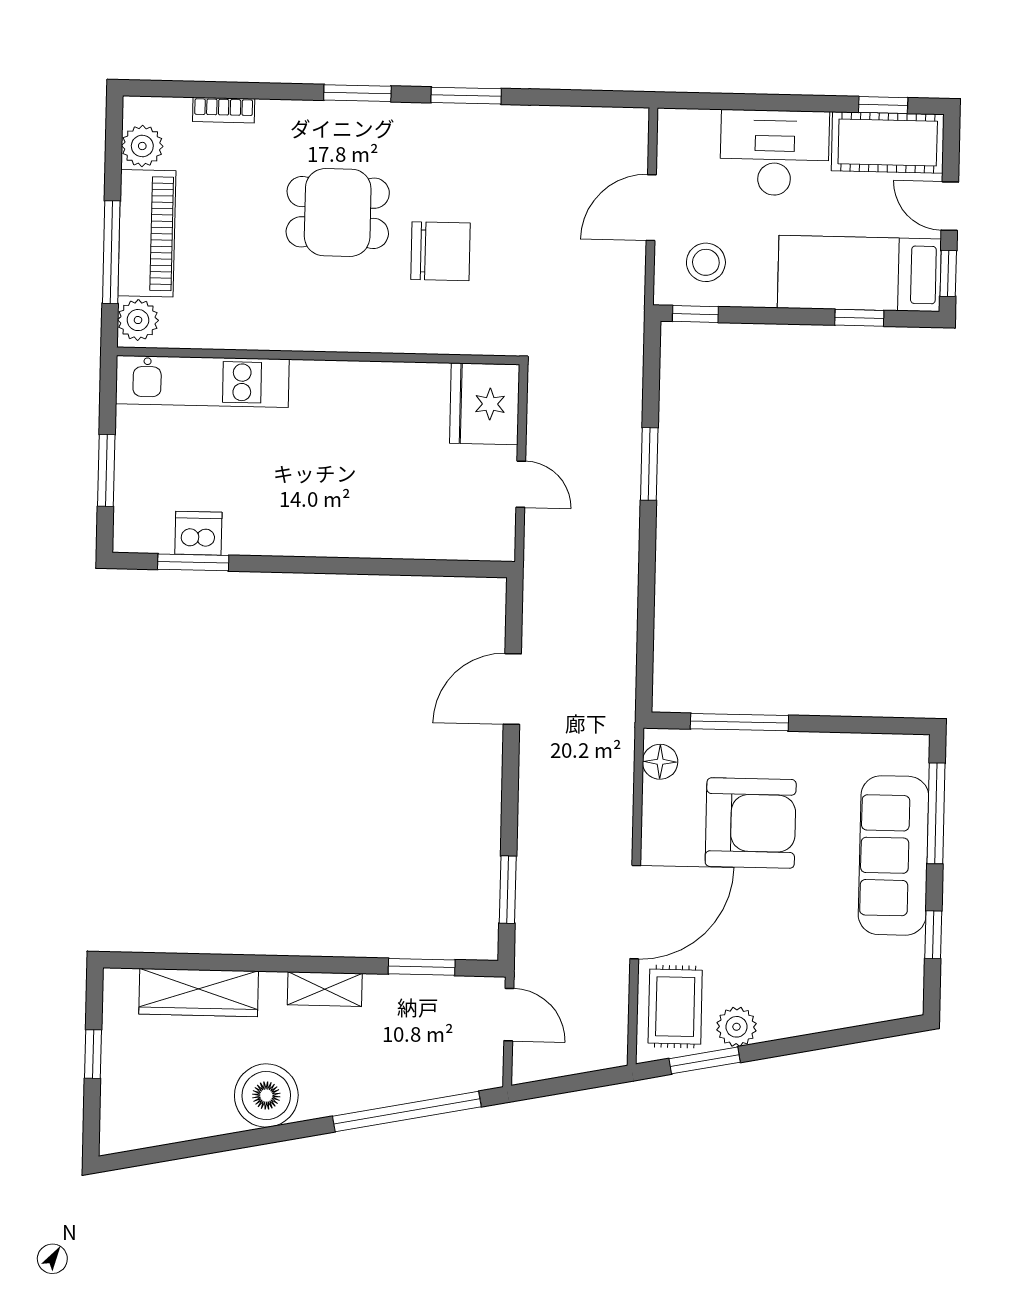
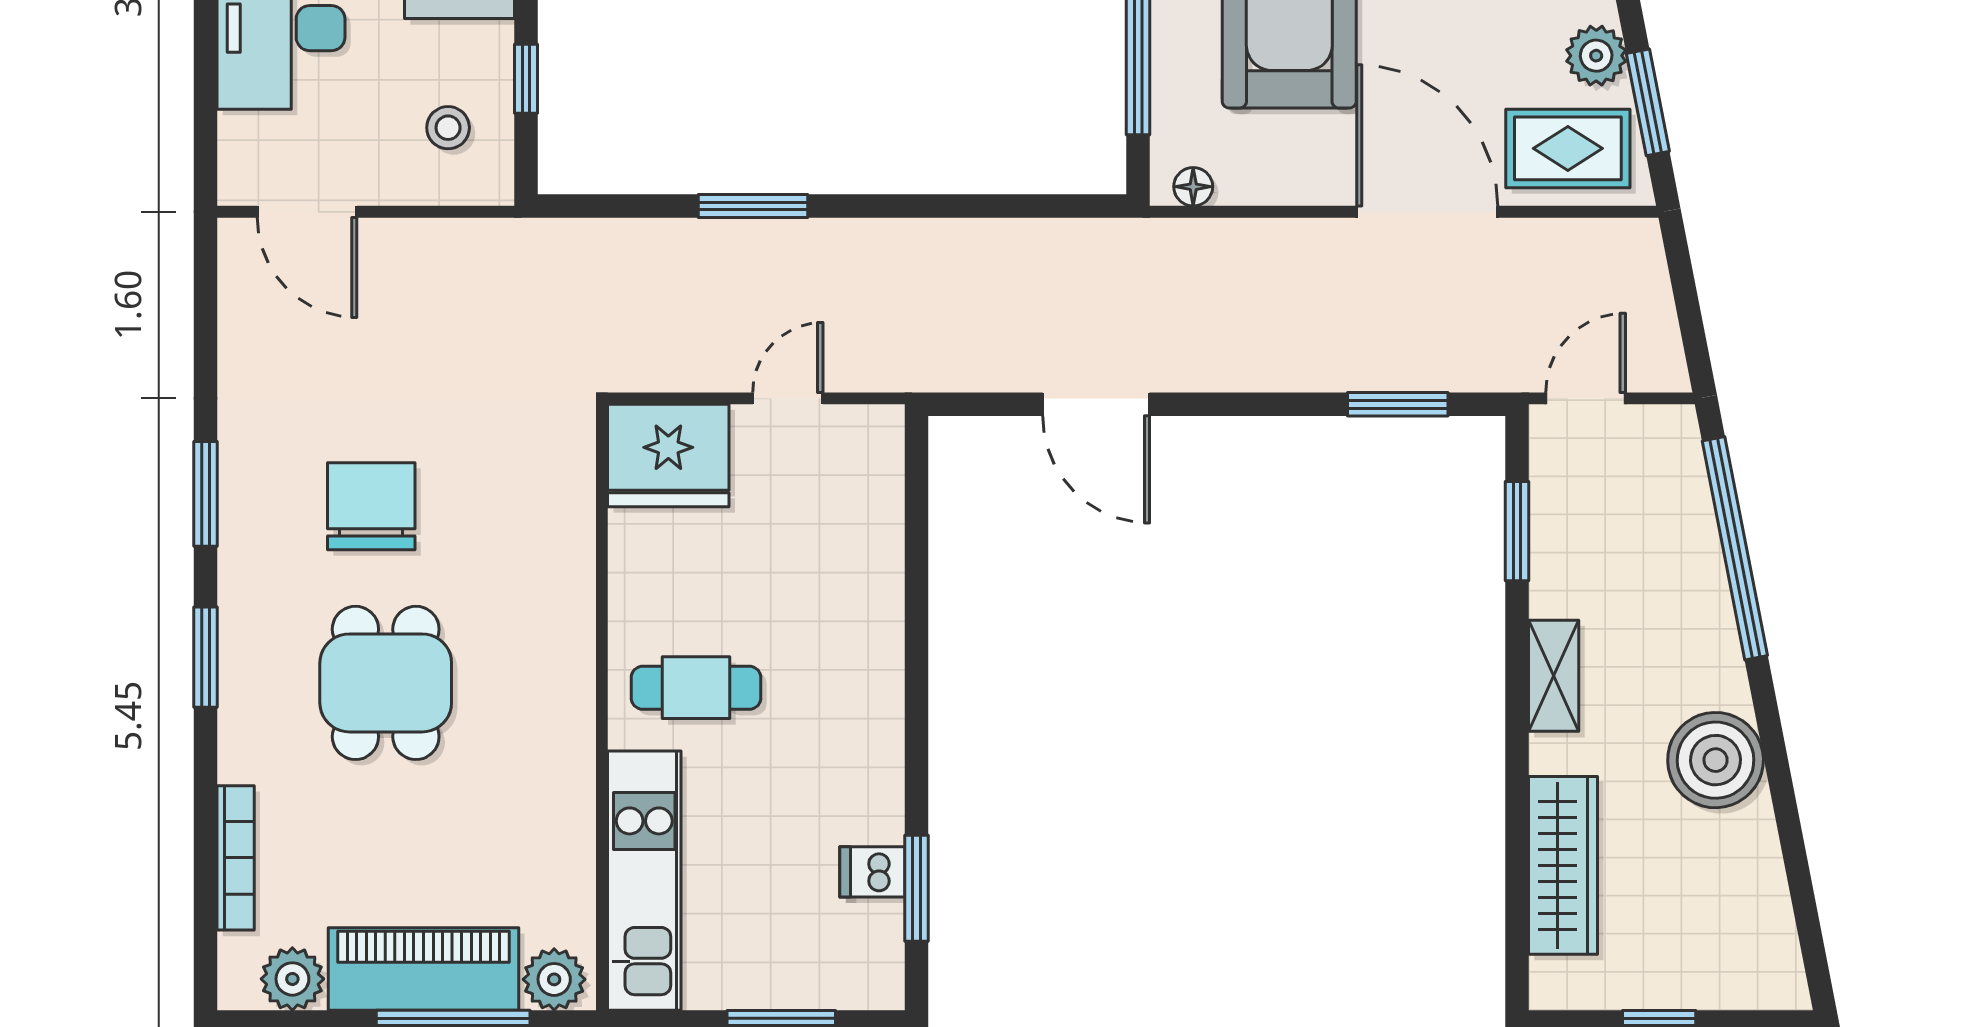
bookcase: (224, 110) -> (236, 858), width x1.56
door: (651, 208) -> (307, 212), moved
chair: (440, 251) -> (371, 506), moved
stool: (706, 262) -> (448, 128), width x0.73, depth x0.73
window: (695, 314) -> (526, 79), moved
cafe table: (330, 419) -> (696, 688), added
dishwasher: (198, 533) -> (872, 872), width x0.73
floor lamp: (660, 762) -> (1193, 187), width x0.73, depth x0.73

